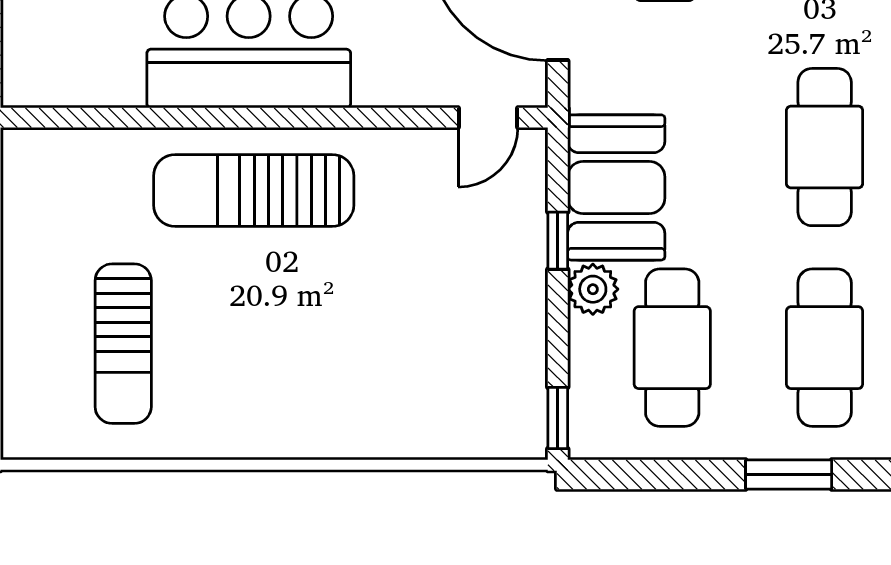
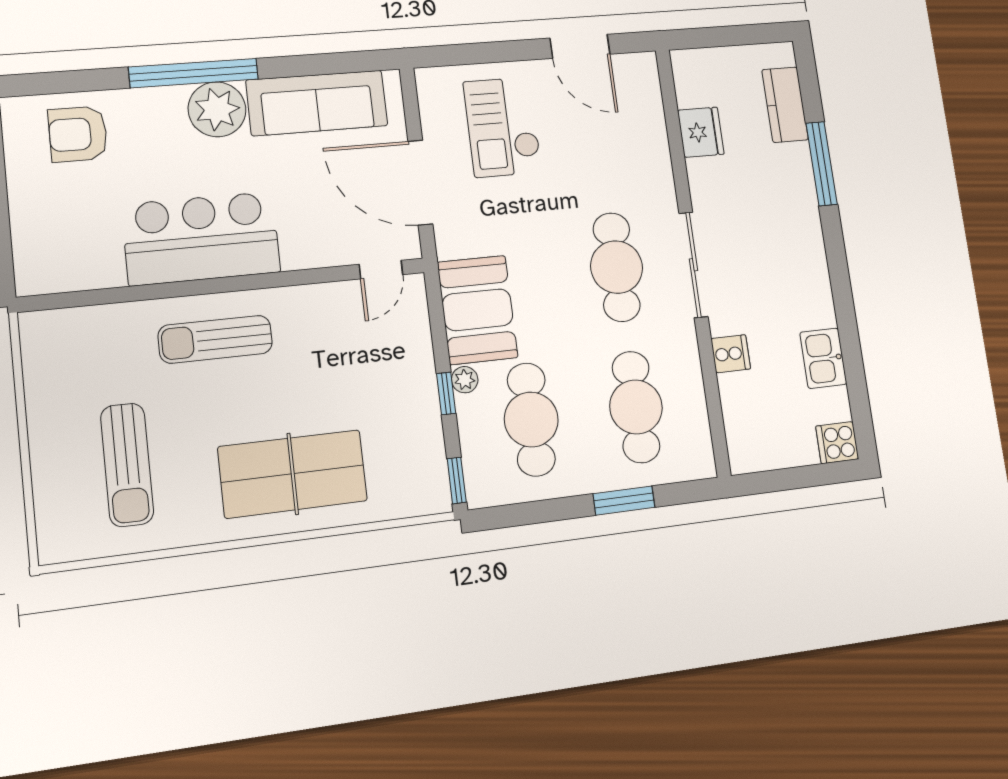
sun lounger: (254, 191) -> (215, 339), width x0.73, depth x0.75
window: (558, 241) -> (446, 393), moved
plant: (593, 289) -> (465, 380), width x0.73, depth x0.73
table tennis table: (337, 382) -> (293, 474), added

